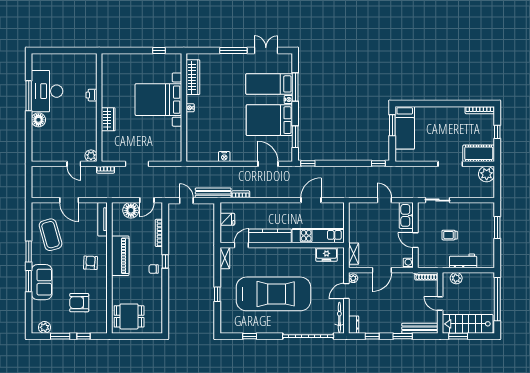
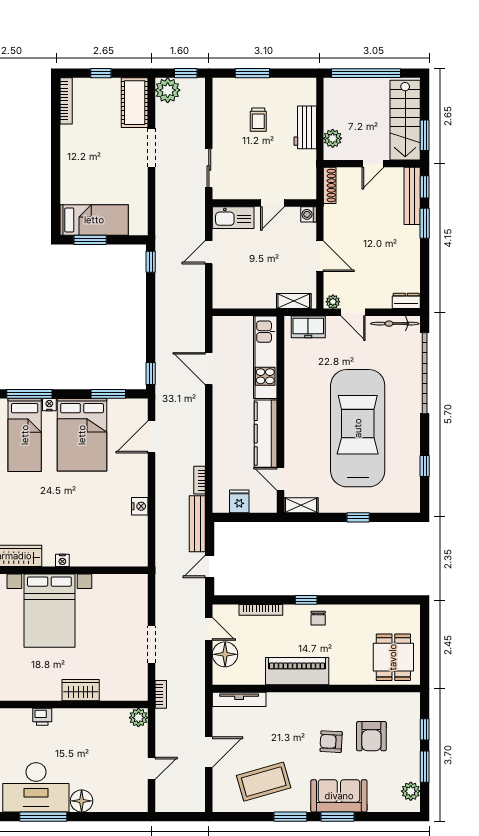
door: (74, 164) -> (151, 768), moved
window: (497, 186) -> (186, 73), added
trolley: (450, 235) -> (258, 120), moved
freezer: (326, 254) -> (308, 327), moved, turned 90
armchair: (90, 263) -> (331, 742), moved
window: (372, 336) -> (425, 187), moved

